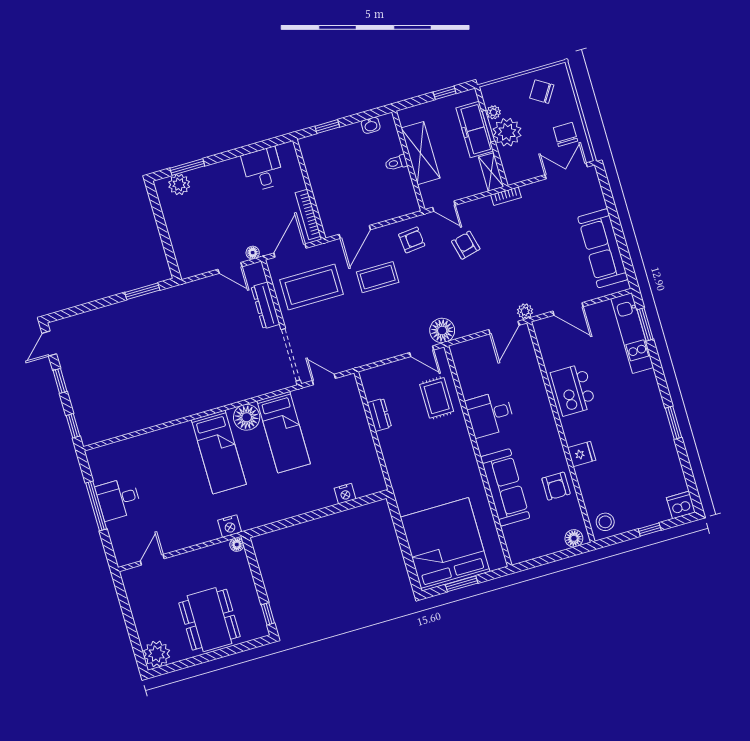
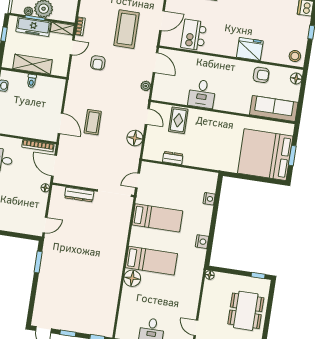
door: (444, 206) -> (72, 47), moved
armchair: (412, 240) -> (80, 93), removed
armchair: (466, 245) -> (98, 63), turned -76
door: (230, 268) -> (45, 225), moved
coffee table: (311, 287) -> (127, 29), moved
plant: (525, 311) -> (146, 86), moved
floor lamp: (442, 331) -> (135, 138), moved
door: (422, 351) -> (147, 117), hinge flipped
kitchen island: (573, 390) -> (194, 35), moved, turned 90
rug: (437, 398) -> (178, 120), turned 90
floor lamp: (247, 417) -> (132, 278), moved
fridge: (582, 454) -> (250, 49), width x1.88, depth x1.34
sofa: (505, 487) -> (274, 109), moved
nightstand: (230, 526) -> (202, 242), moved
dining table: (210, 620) -> (246, 311), turned 90

